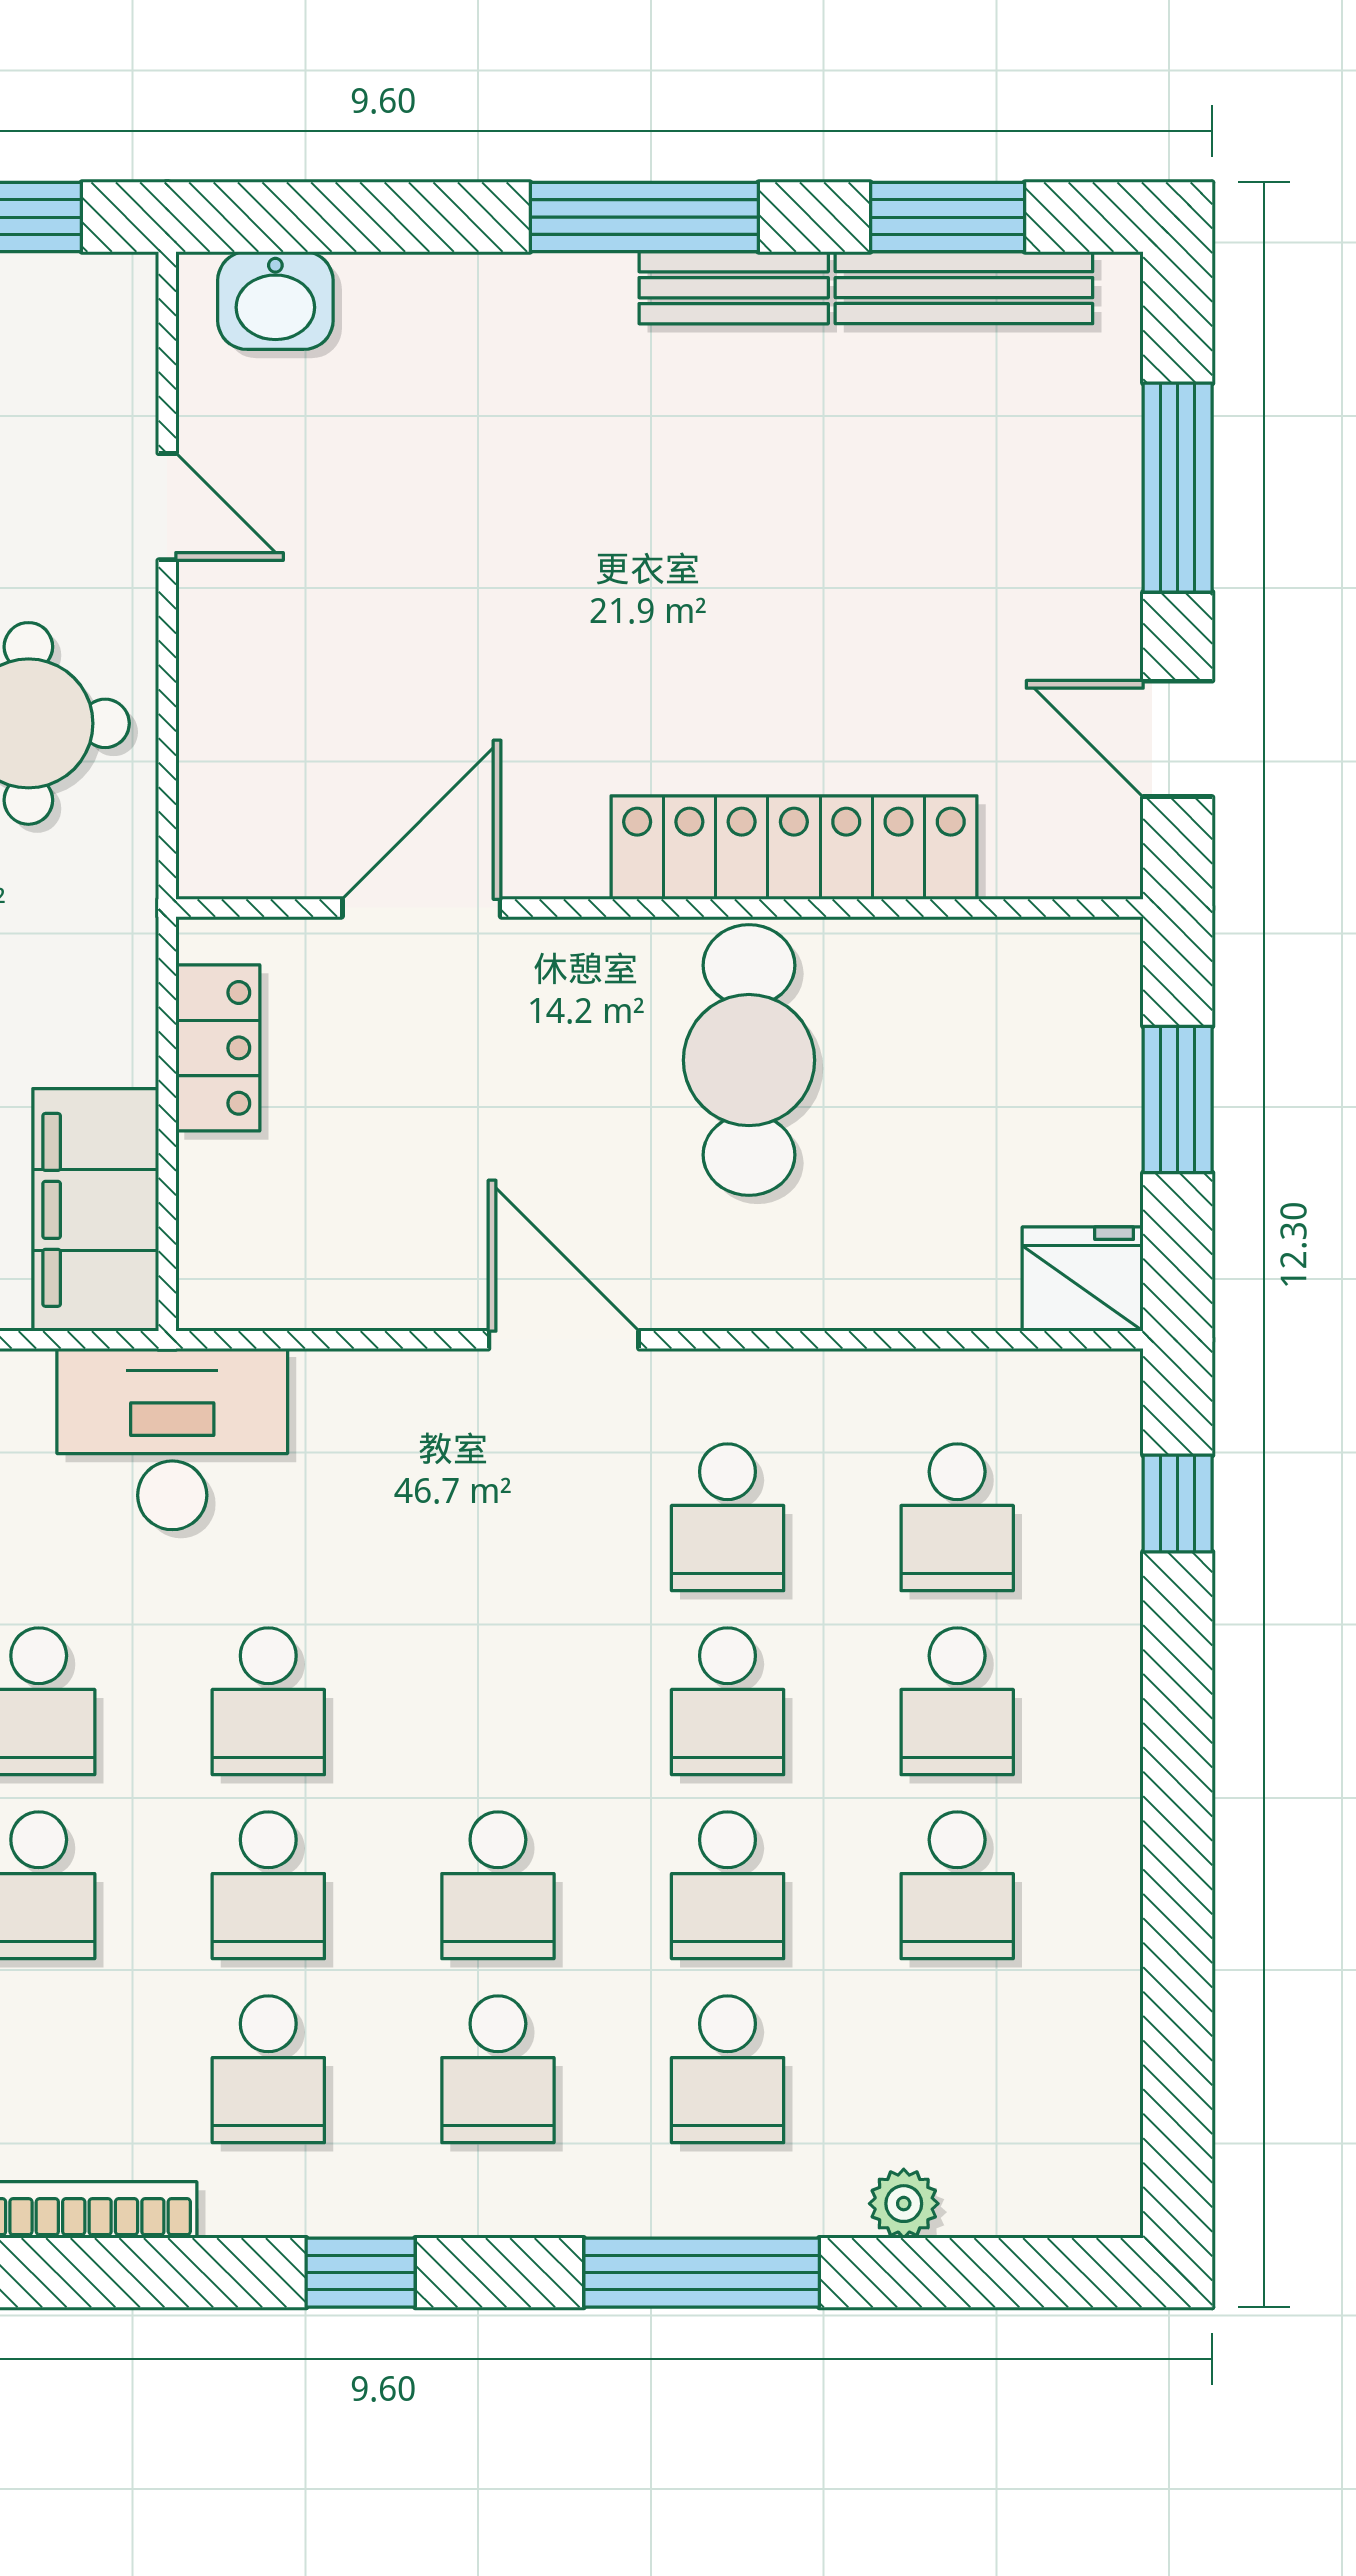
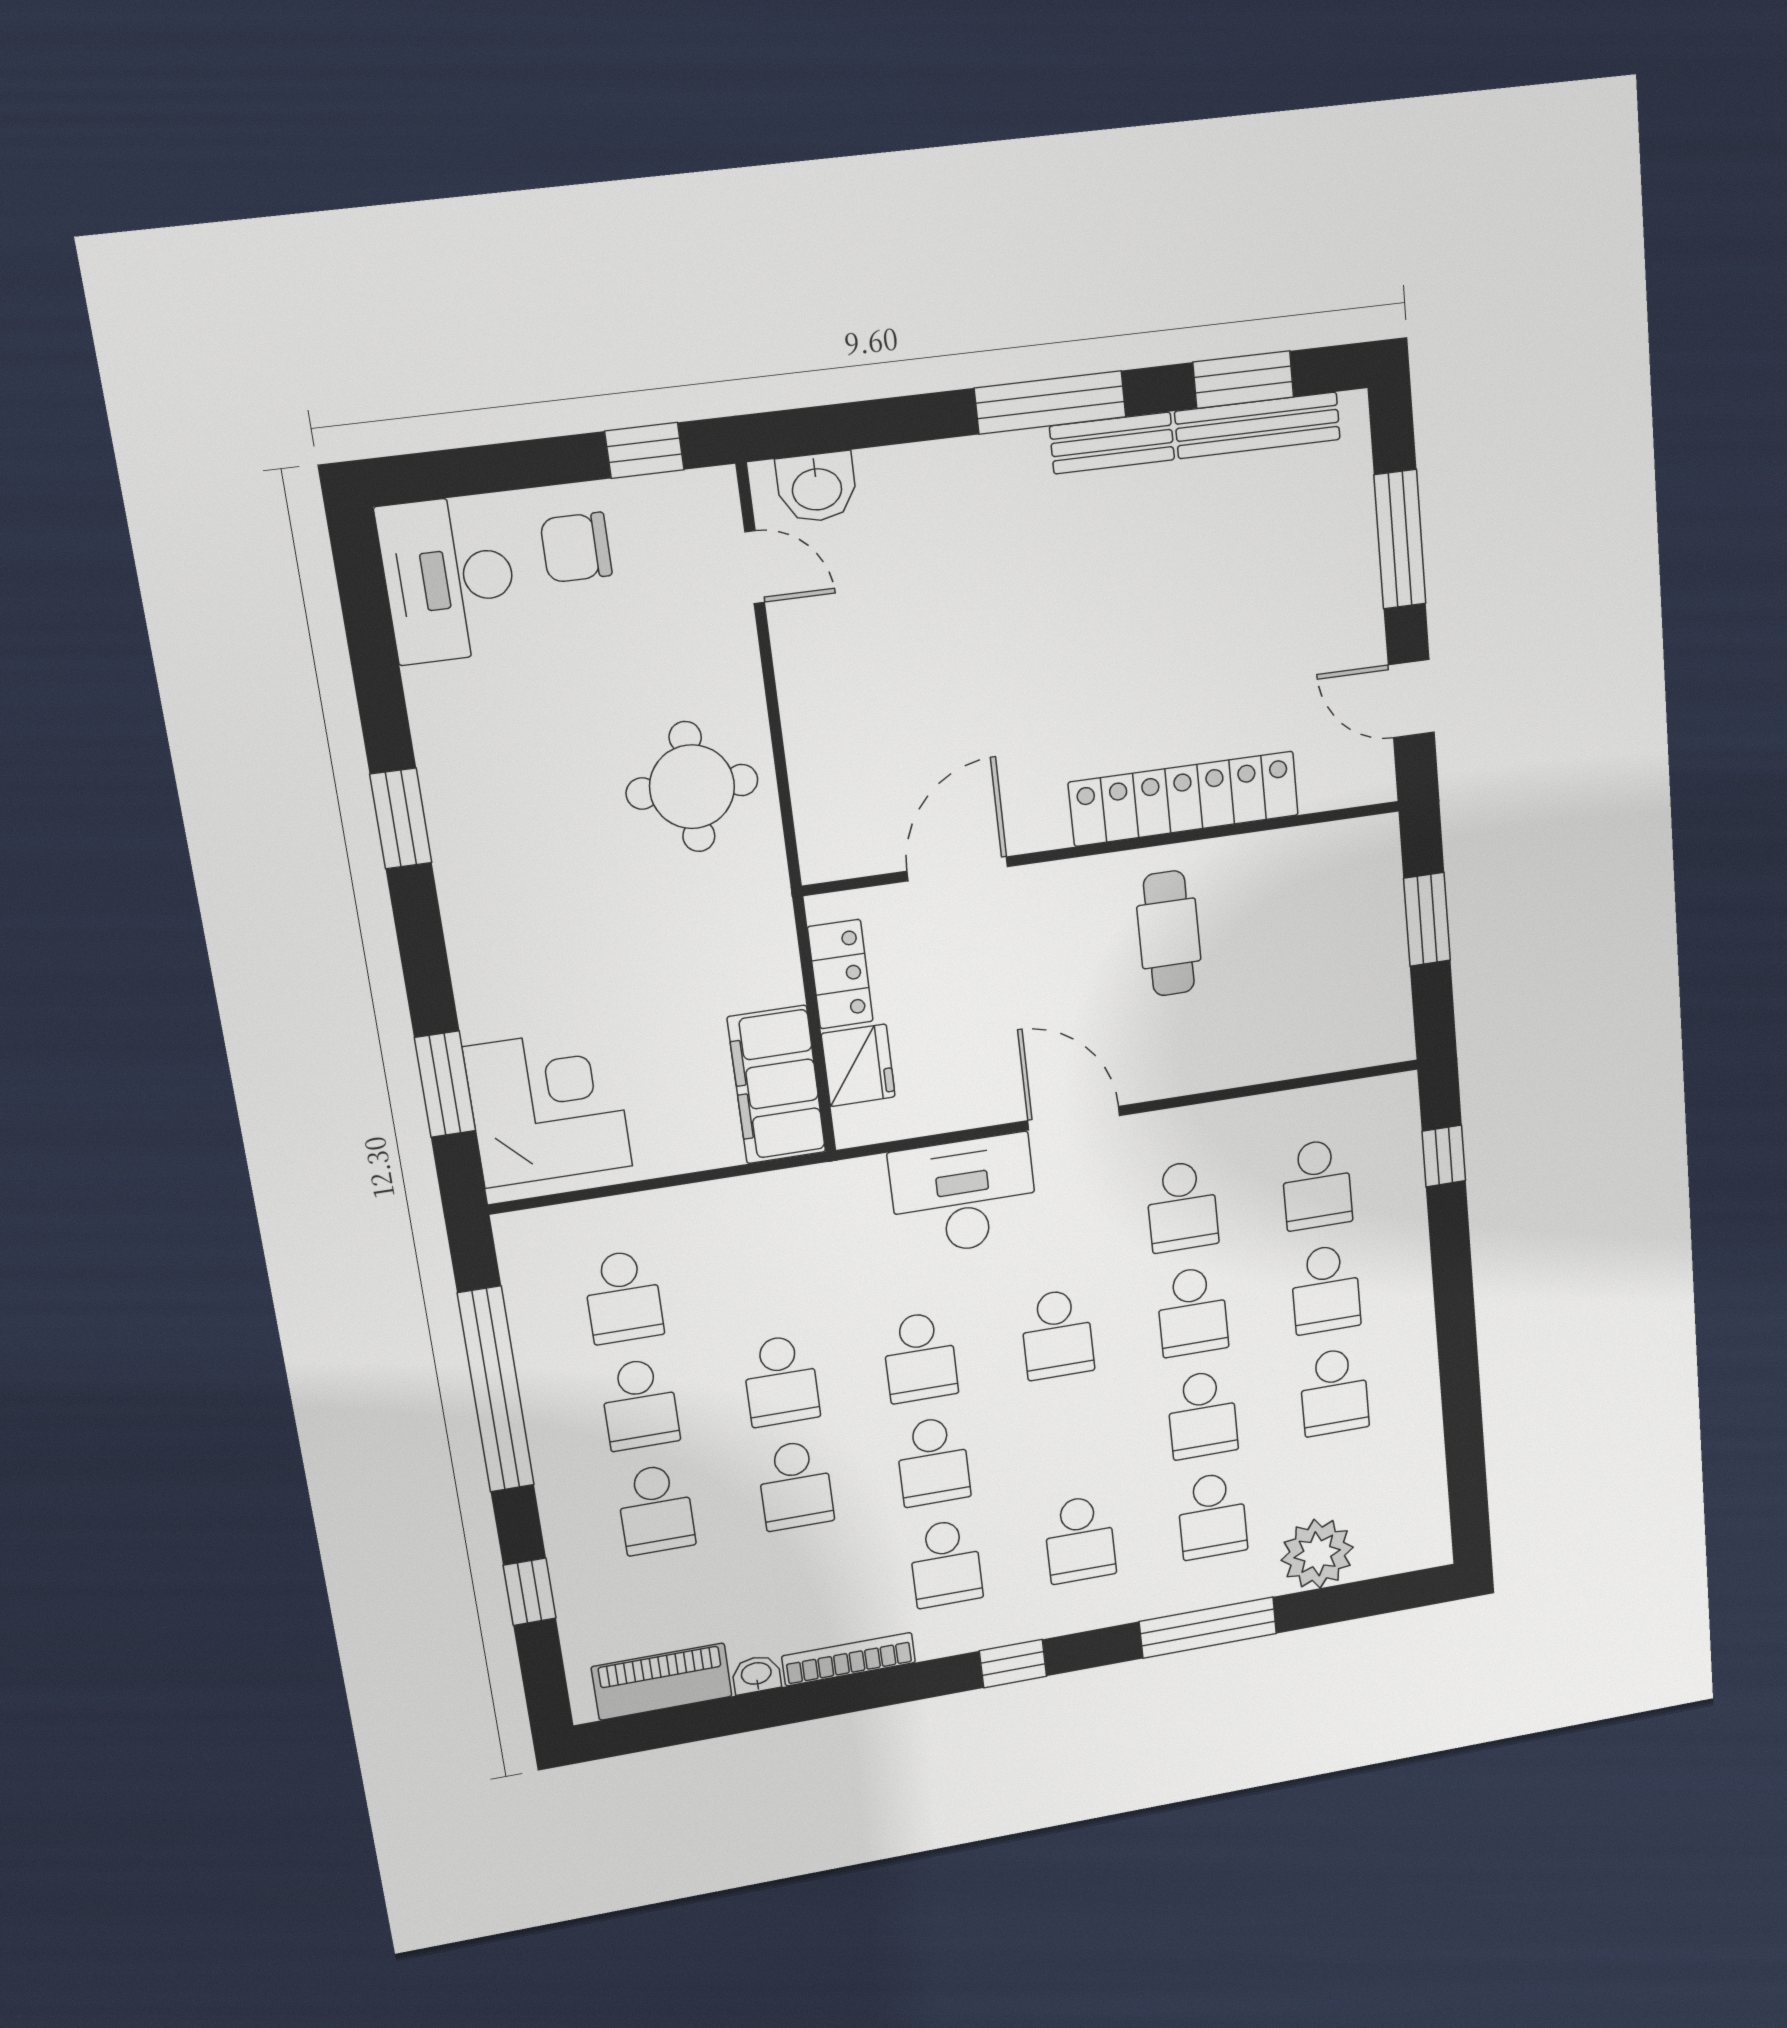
door: (167, 507) -> (755, 567), moved
cafe table: (749, 1060) -> (1169, 933), width x0.73, depth x0.74
fridge: (1083, 1279) -> (858, 1065), moved, turned 90
desk: (172, 1439) -> (964, 1195), moved
school desk: (498, 1885) -> (1057, 1334), moved
plant: (904, 2204) -> (1317, 1554), width x1.88, depth x1.88

